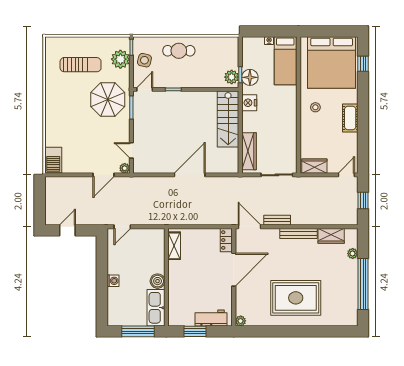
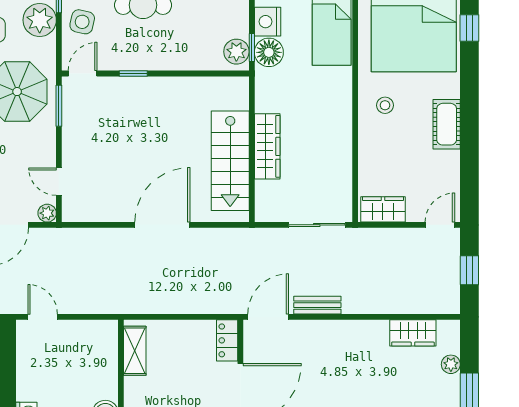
nightstand: (249, 103) -> (268, 22), moved
stairs: (228, 119) -> (230, 161), moved
wardrobe: (249, 151) -> (267, 146), moved
door: (122, 227) -> (43, 317), swing flipped
door: (249, 227) -> (268, 317), hinge flipped
bench: (298, 233) -> (355, 329), removed

